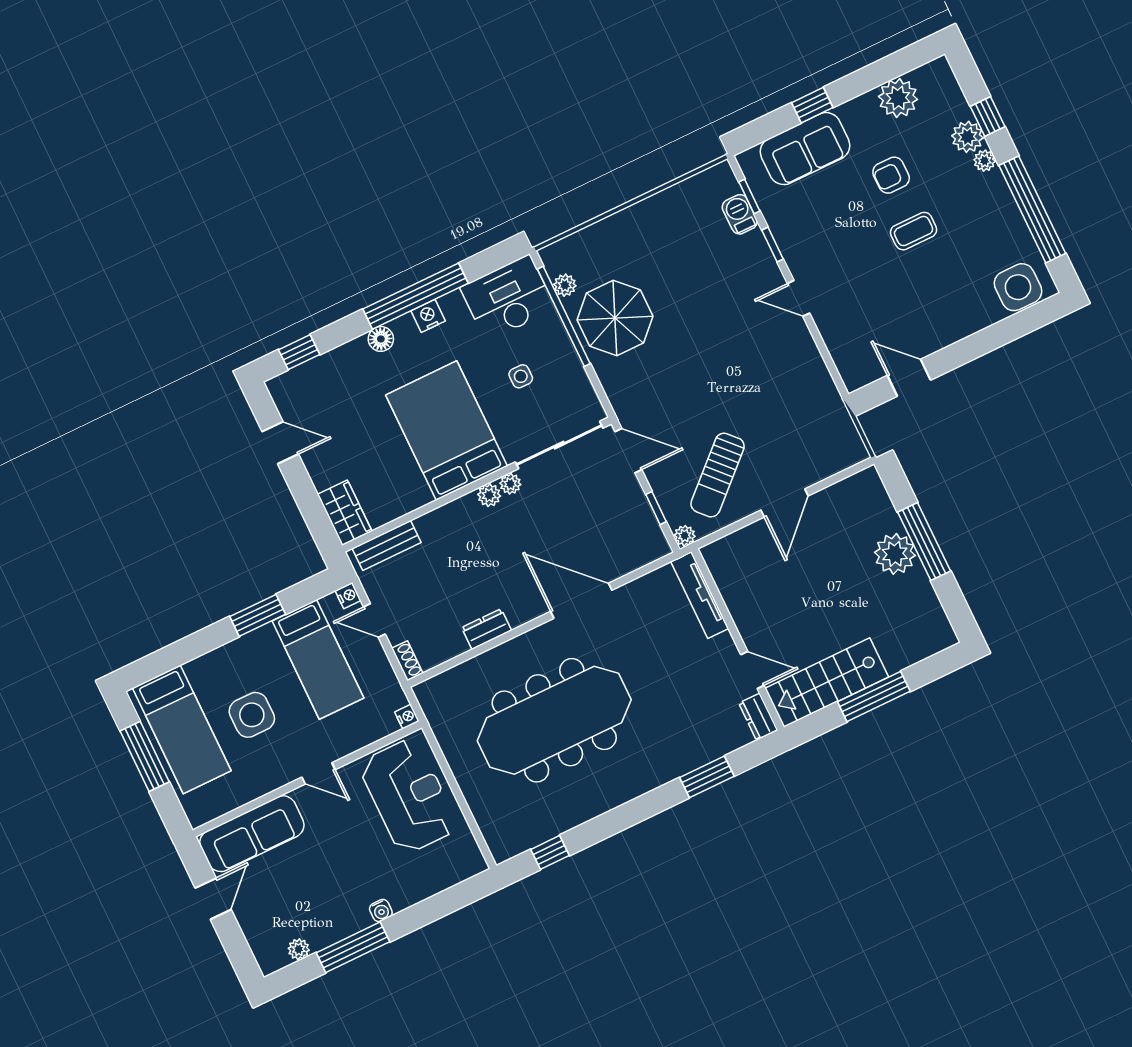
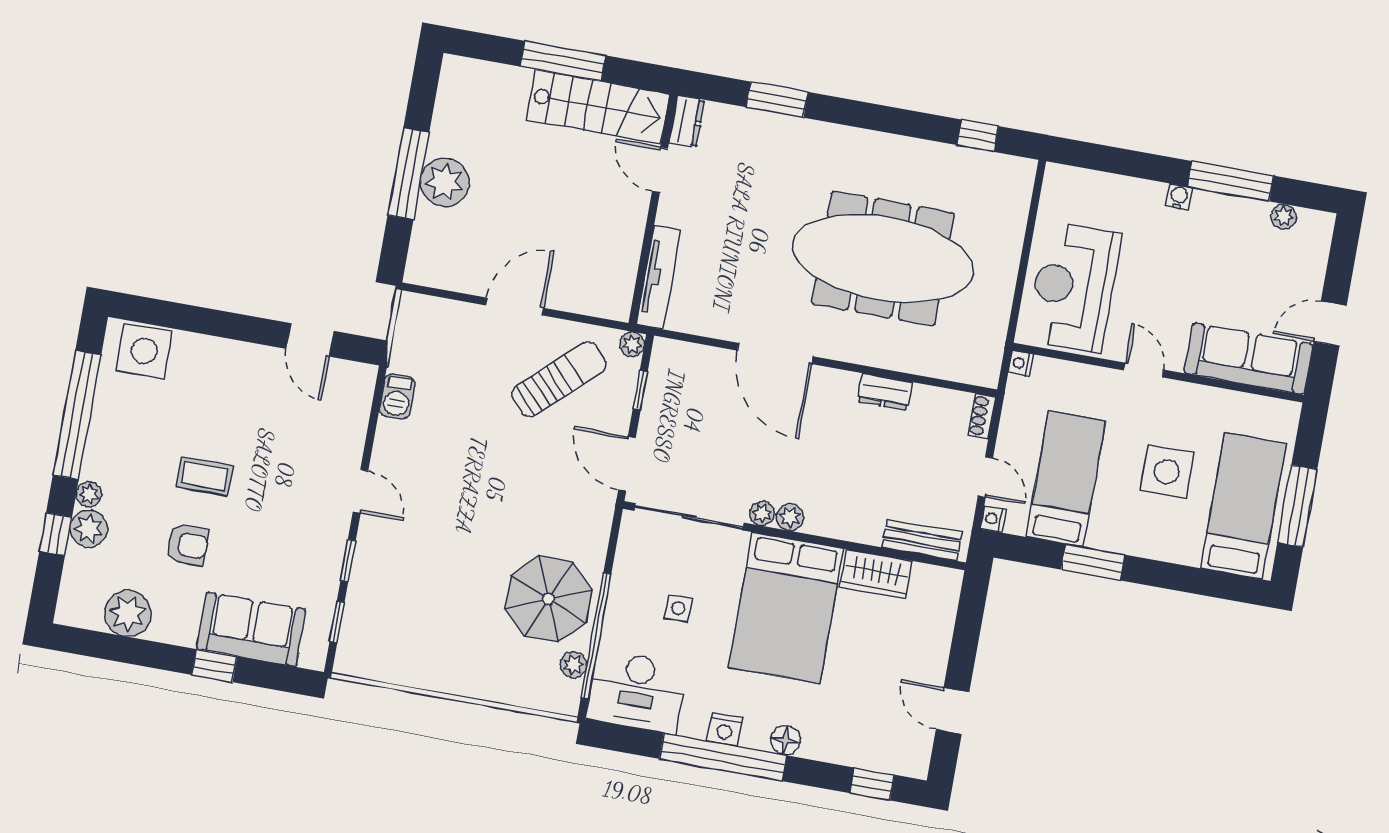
barbecue: (740, 214) -> (397, 397), moved
wardrobe: (345, 513) -> (876, 574), moved, turned -90

